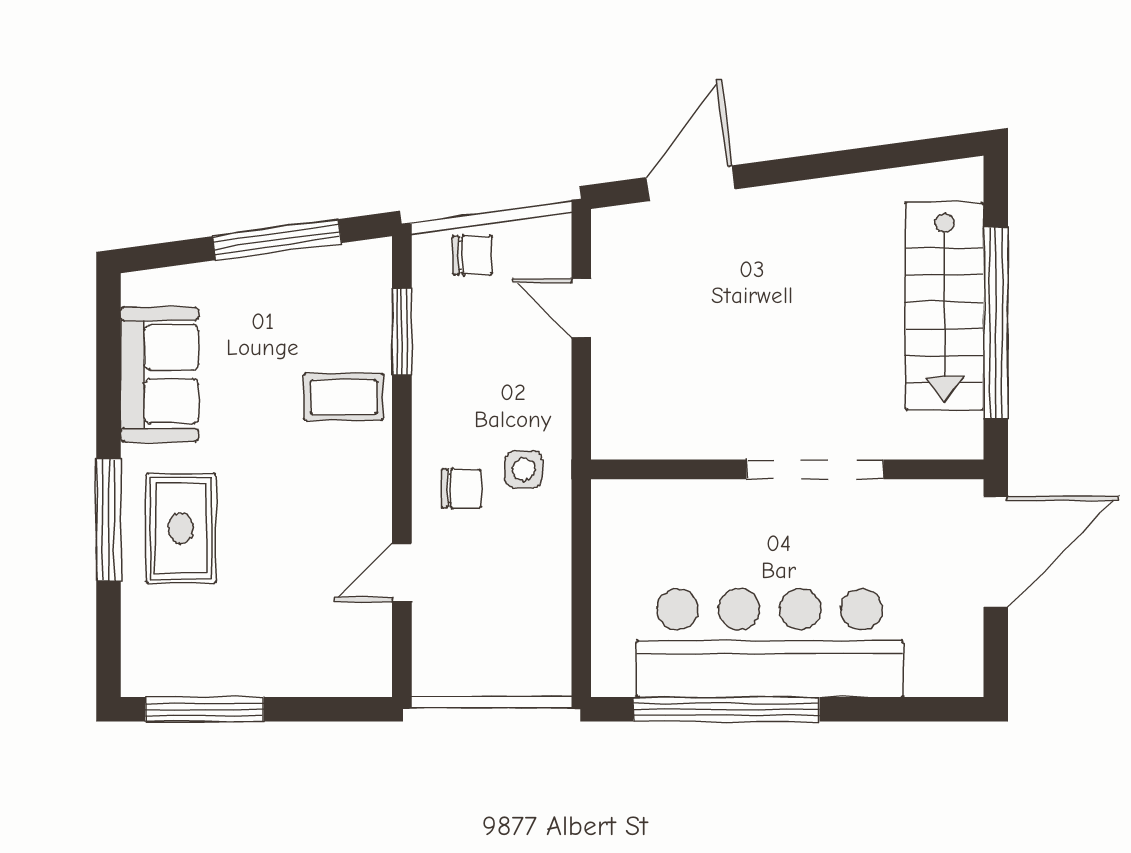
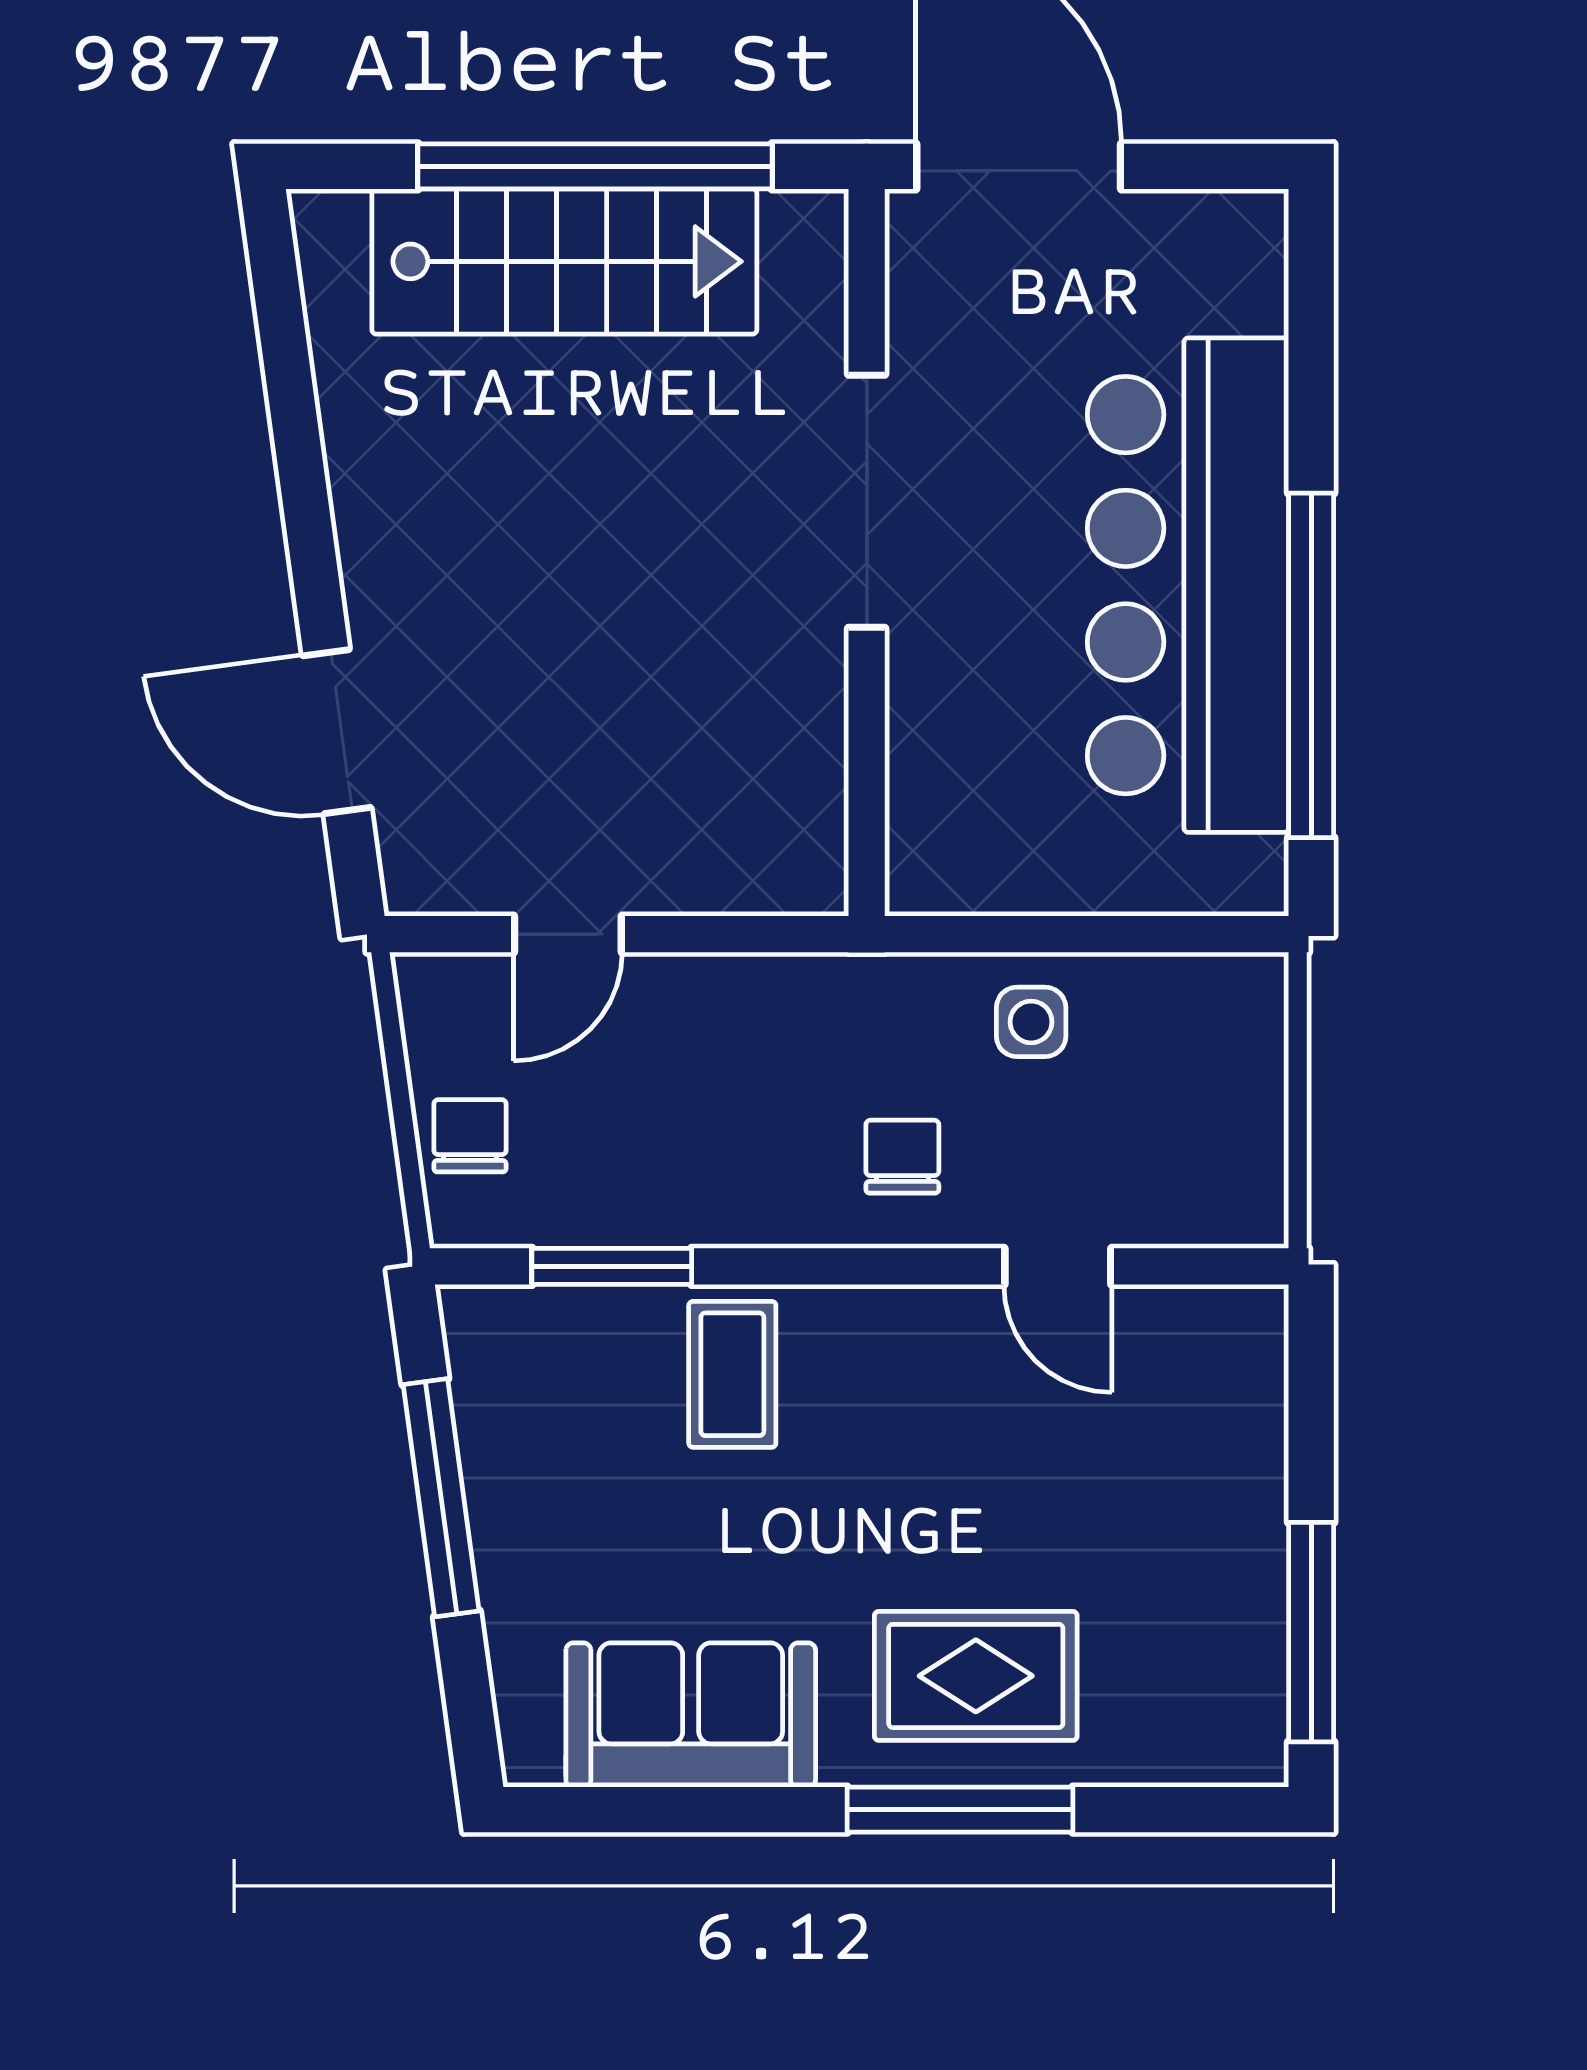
side table: (524, 469) -> (1031, 1022), moved

